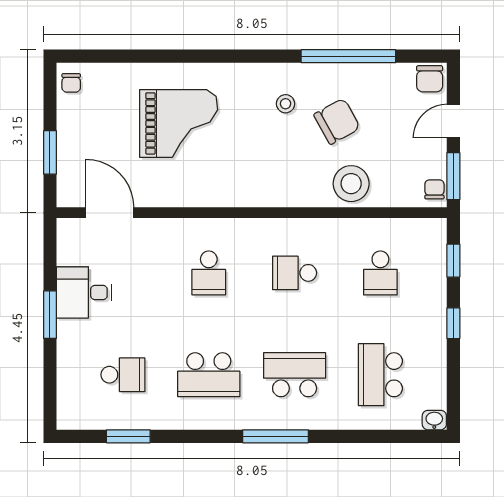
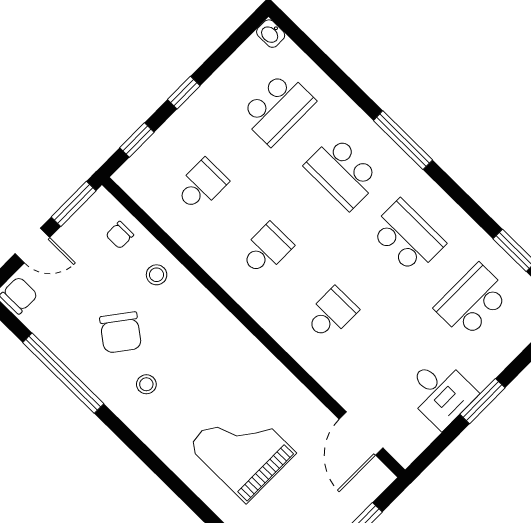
chair: (337, 121) -> (121, 332), turned -114
stool: (351, 184) -> (157, 275), width x0.53, depth x0.53
chair: (434, 189) -> (120, 235), moved
school desk: (295, 273) -> (266, 249), turned -90
school desk: (123, 375) -> (472, 301), width x1.85

